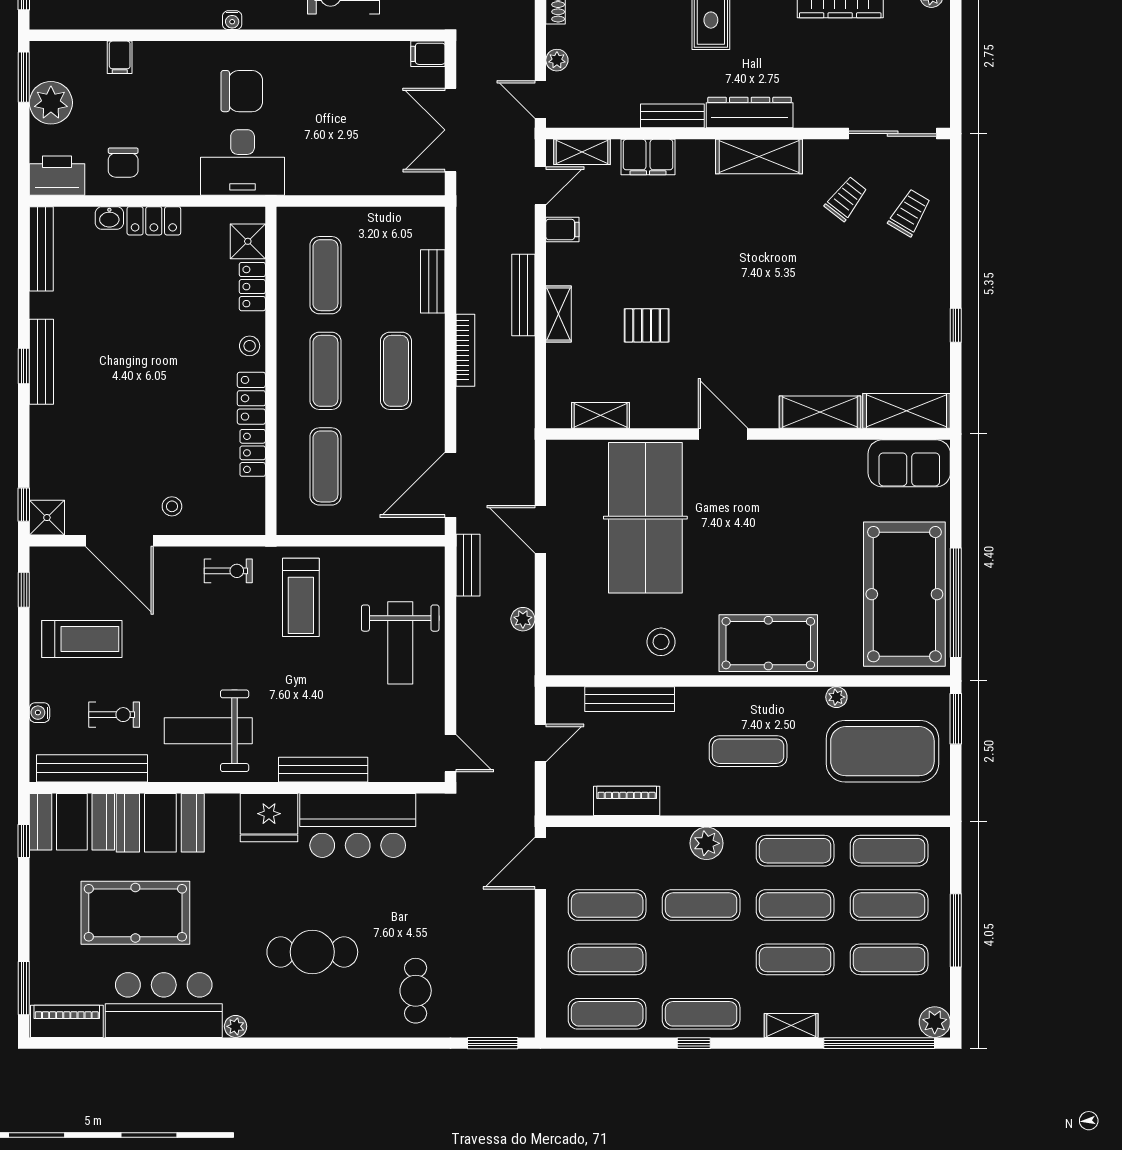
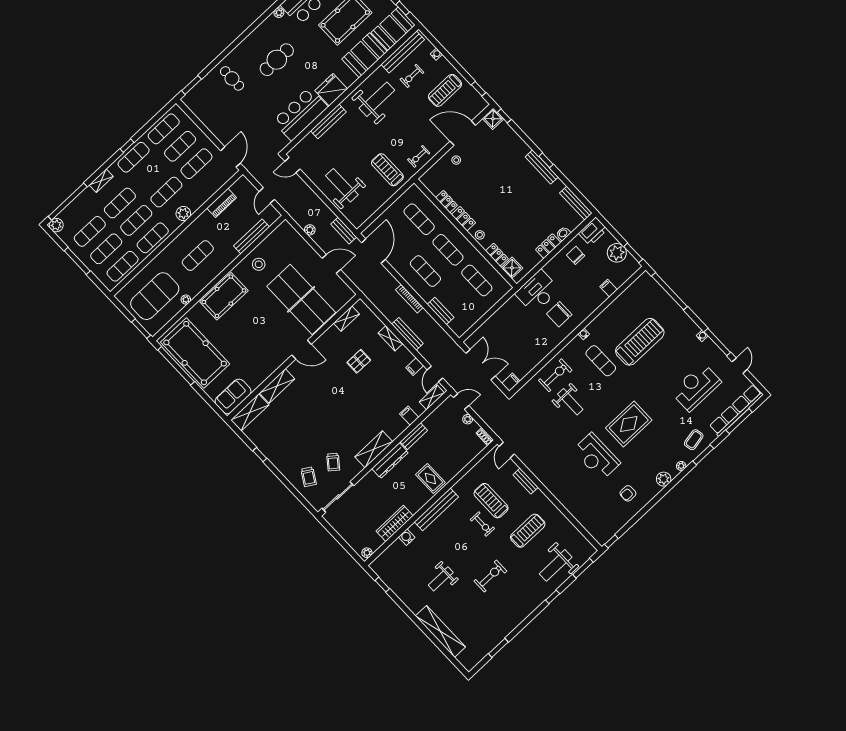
filing cabinet: (648, 157) -> (409, 416), width x0.50

